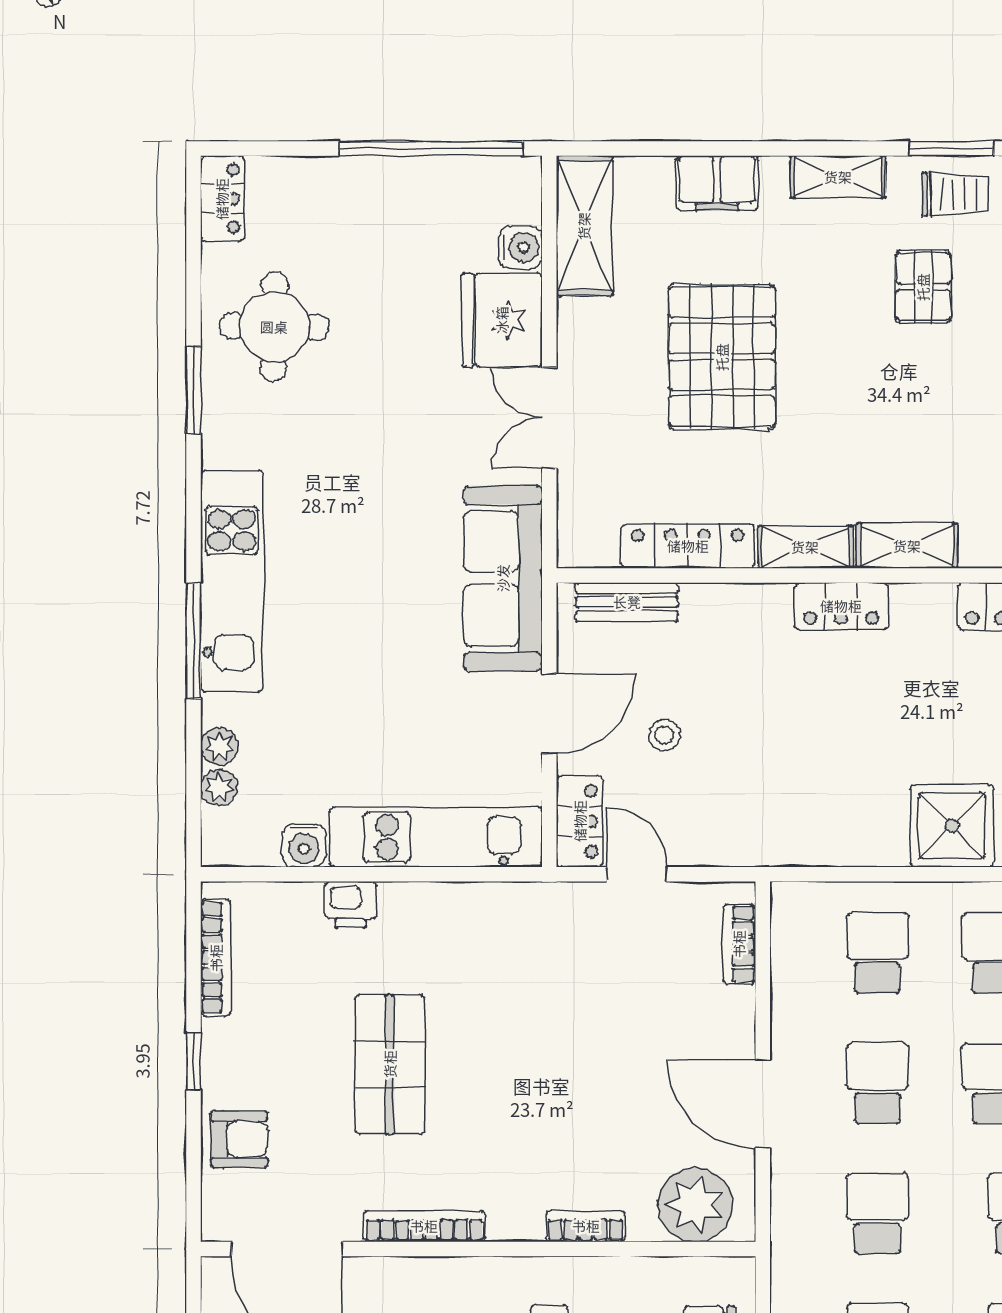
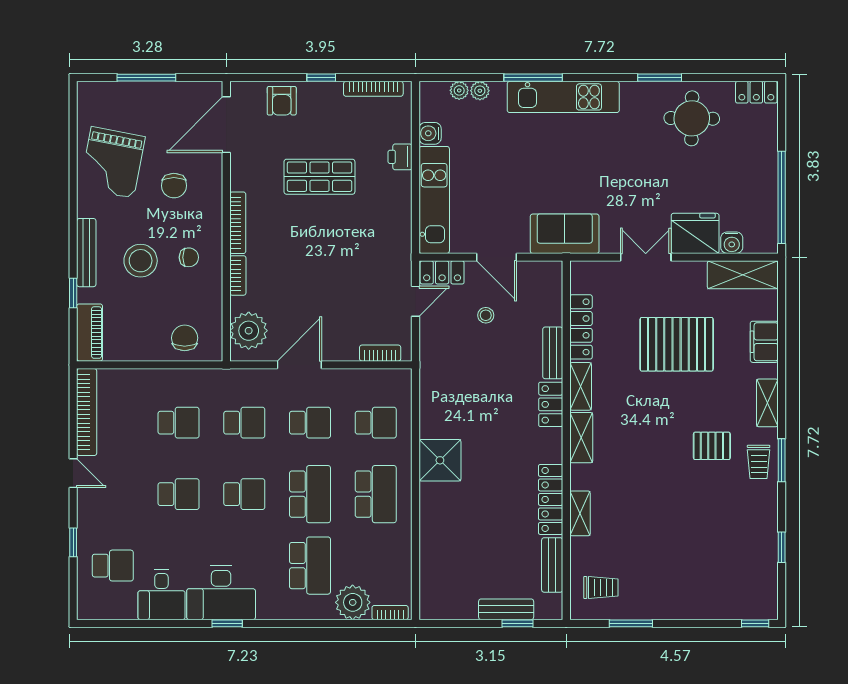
sofa: (503, 578) -> (565, 234), width x0.73
bench: (627, 602) -> (553, 353), moved
bookcase: (424, 1226) -> (238, 223), moved

